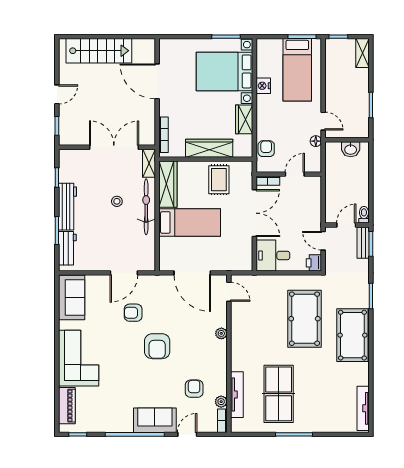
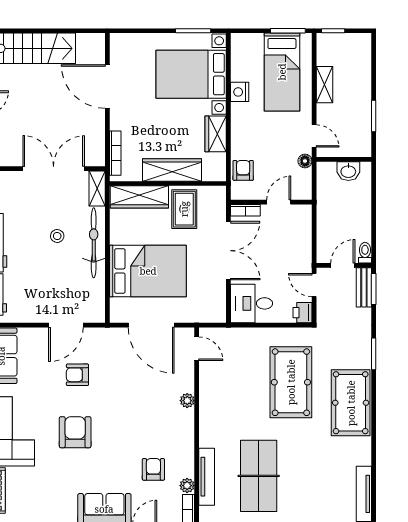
shelving: (363, 53) -> (324, 85), moved
wardrobe: (168, 184) -> (139, 197), moved, turned 90
bed: (190, 222) -> (148, 271), width x1.50
armchair: (157, 346) -> (75, 432), moved, turned 180

